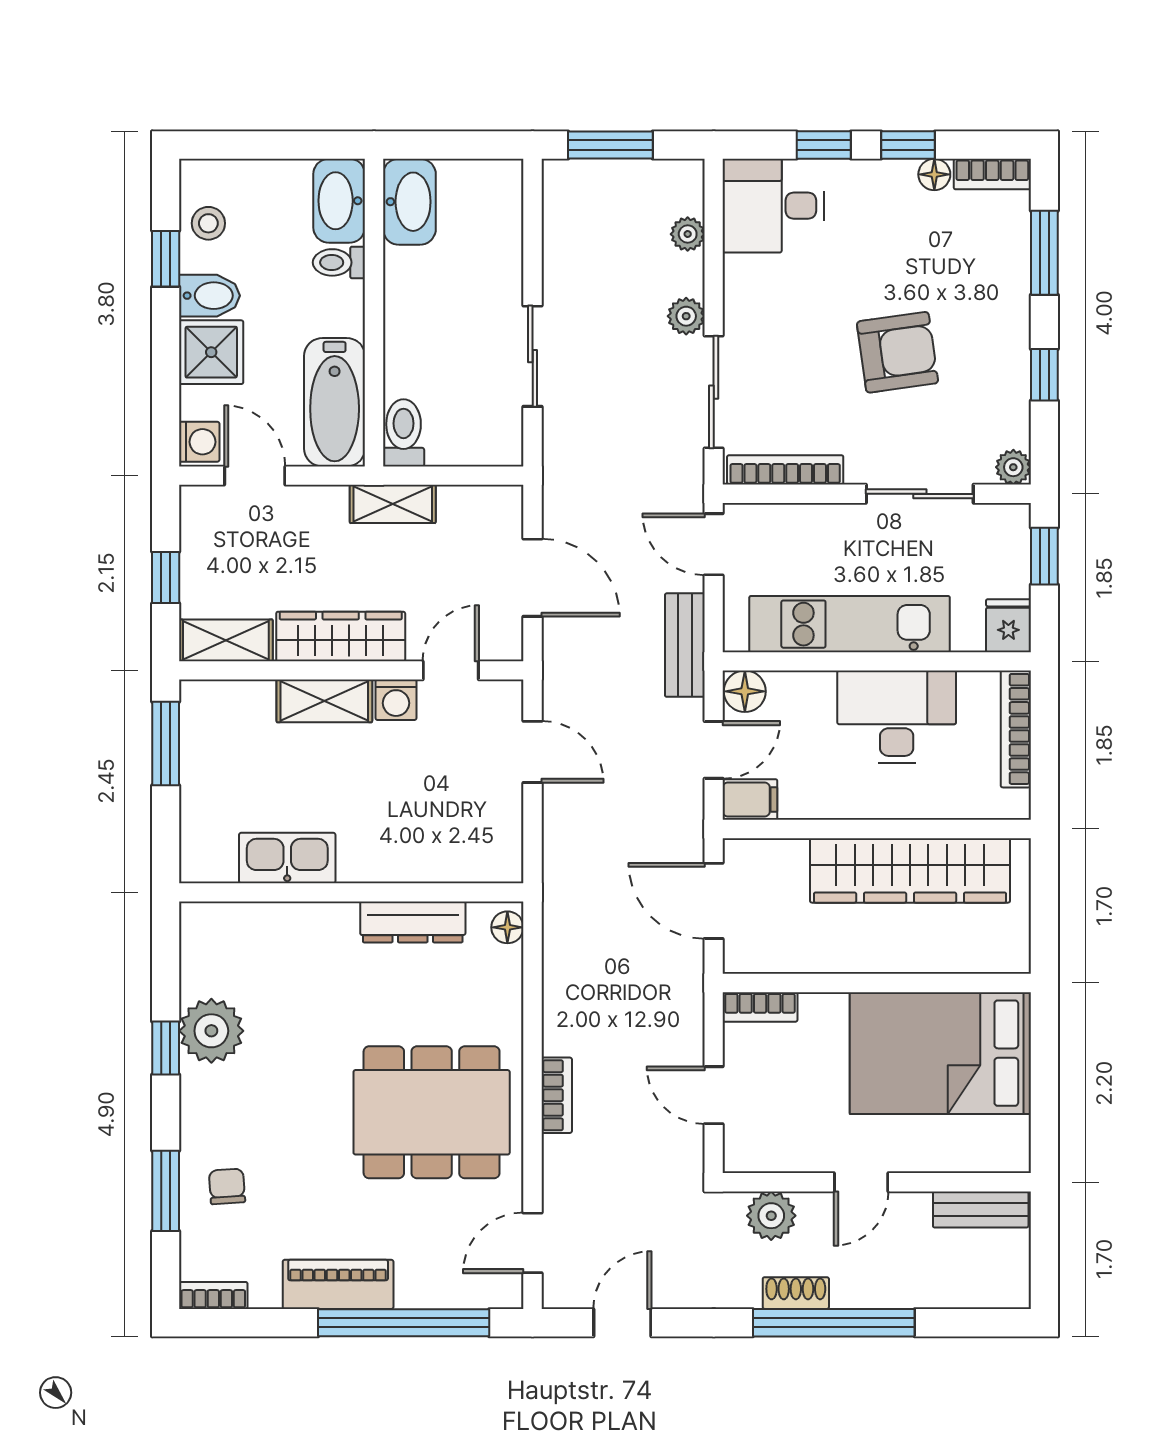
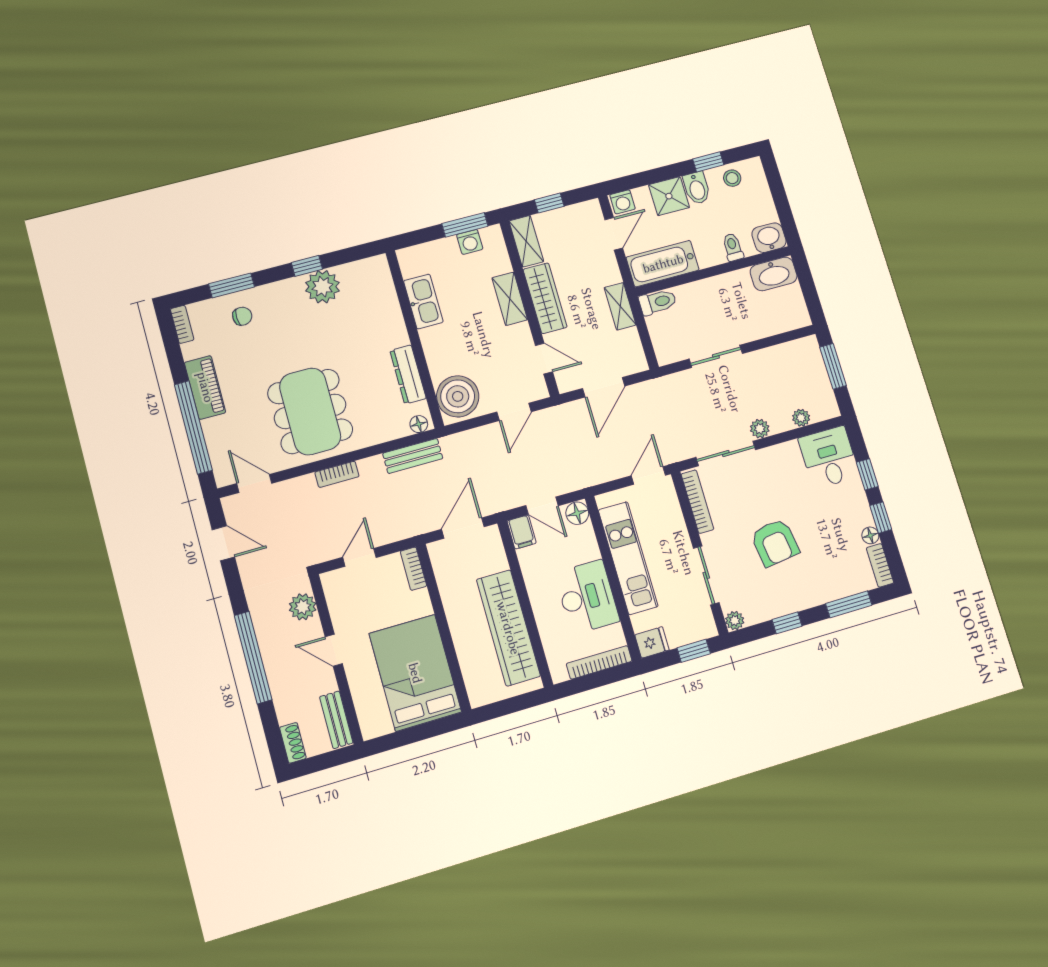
washbasin: (339, 201) -> (769, 238), width x0.72
bench: (685, 645) -> (413, 456), moved
washing machine: (396, 700) -> (470, 242), moved, turned -90
boiler: (477, 845) -> (458, 396), added
shoe rack: (796, 1293) -> (293, 743), moved

